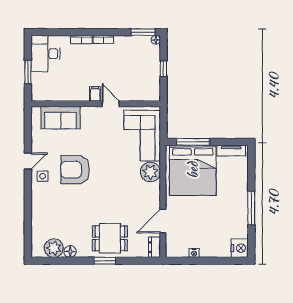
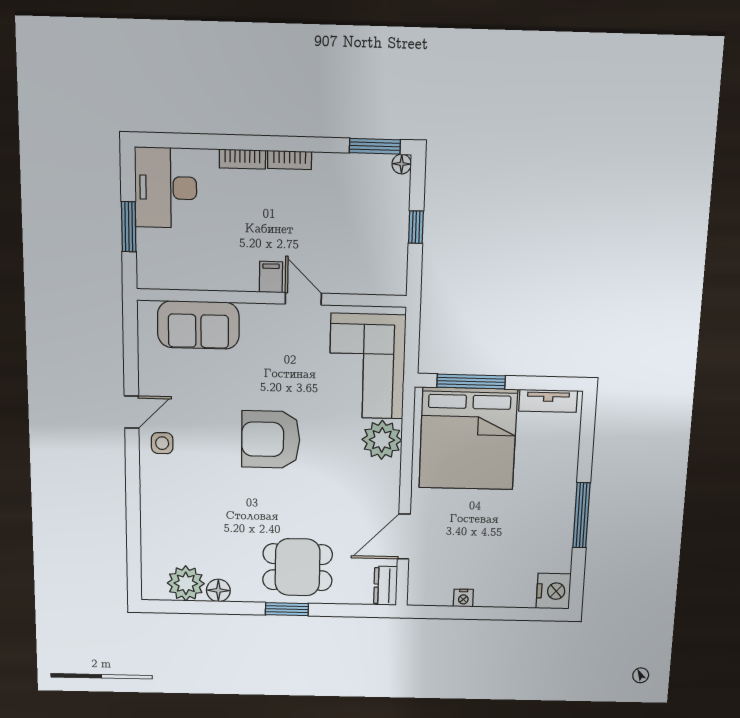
armchair: (75, 170) -> (271, 439), moved

